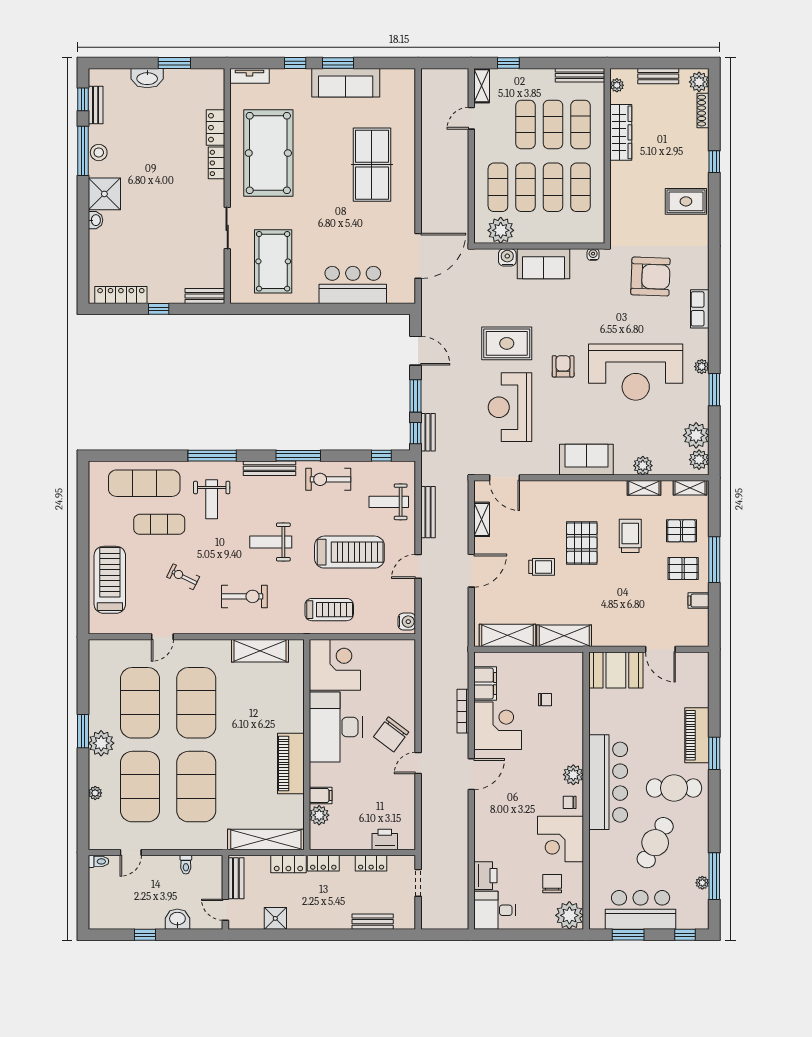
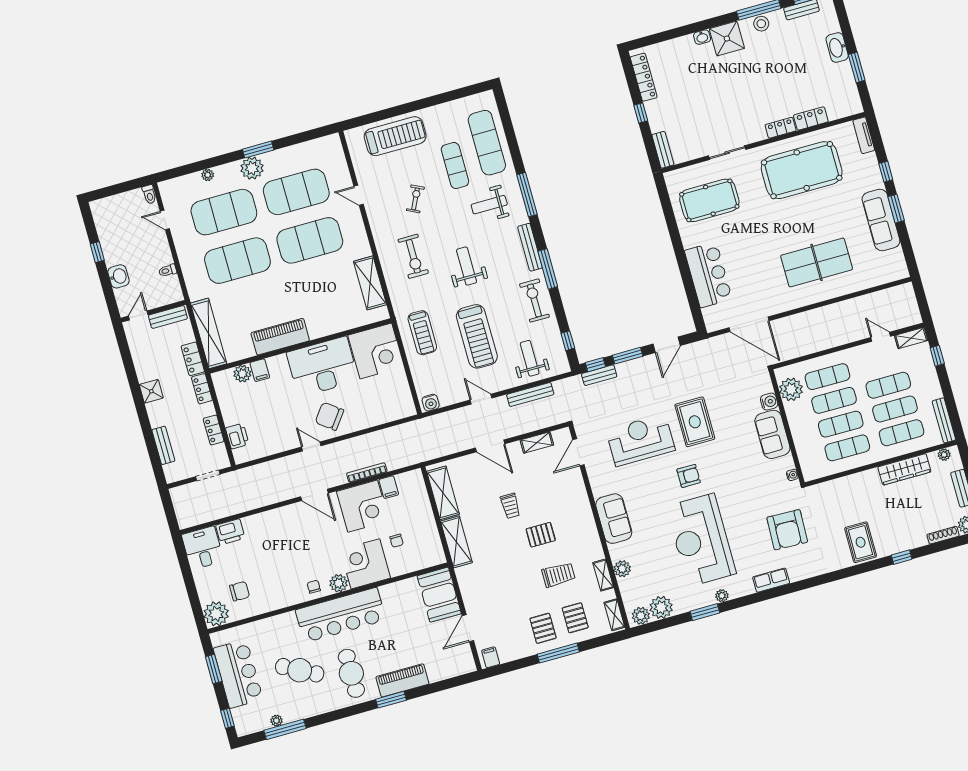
pallet: (582, 543) -> (541, 535), width x0.67, depth x0.71
filing cabinet: (699, 601) -> (491, 657), moved
filing cabinet: (485, 684) -> (389, 487), width x0.50
corner desk: (561, 839) -> (365, 564), moved
shower: (275, 918) -> (151, 391), moved

